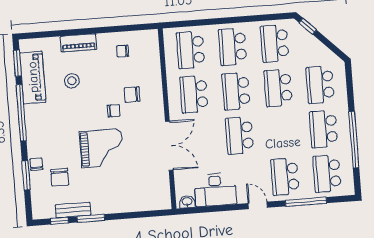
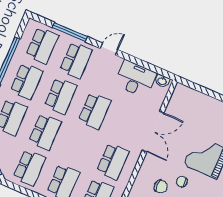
school desk: (236, 91) -> (61, 96), moved
double door: (169, 146) -> (153, 132), swing flipped
door: (258, 205) -> (109, 49), swing flipped

